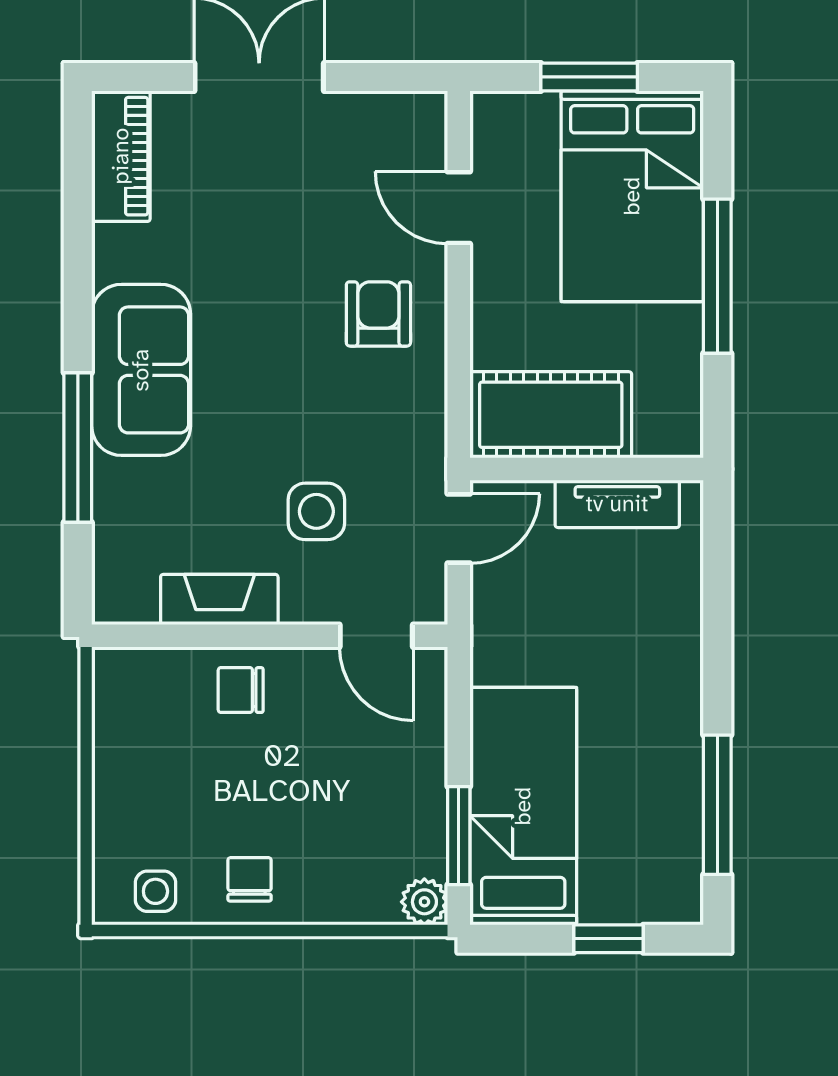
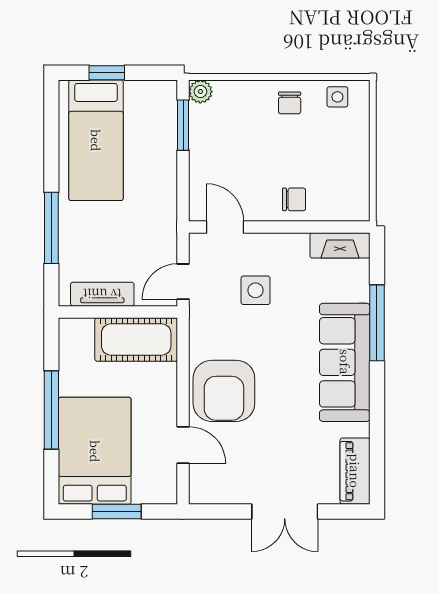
armchair: (378, 314) -> (224, 391), width x1.88, depth x1.88
sofa: (141, 370) -> (345, 362), width x1.36
fireplace: (219, 600) -> (340, 245), moved
window: (717, 805) -> (51, 228), moved
bed: (523, 806) -> (96, 140), moved

